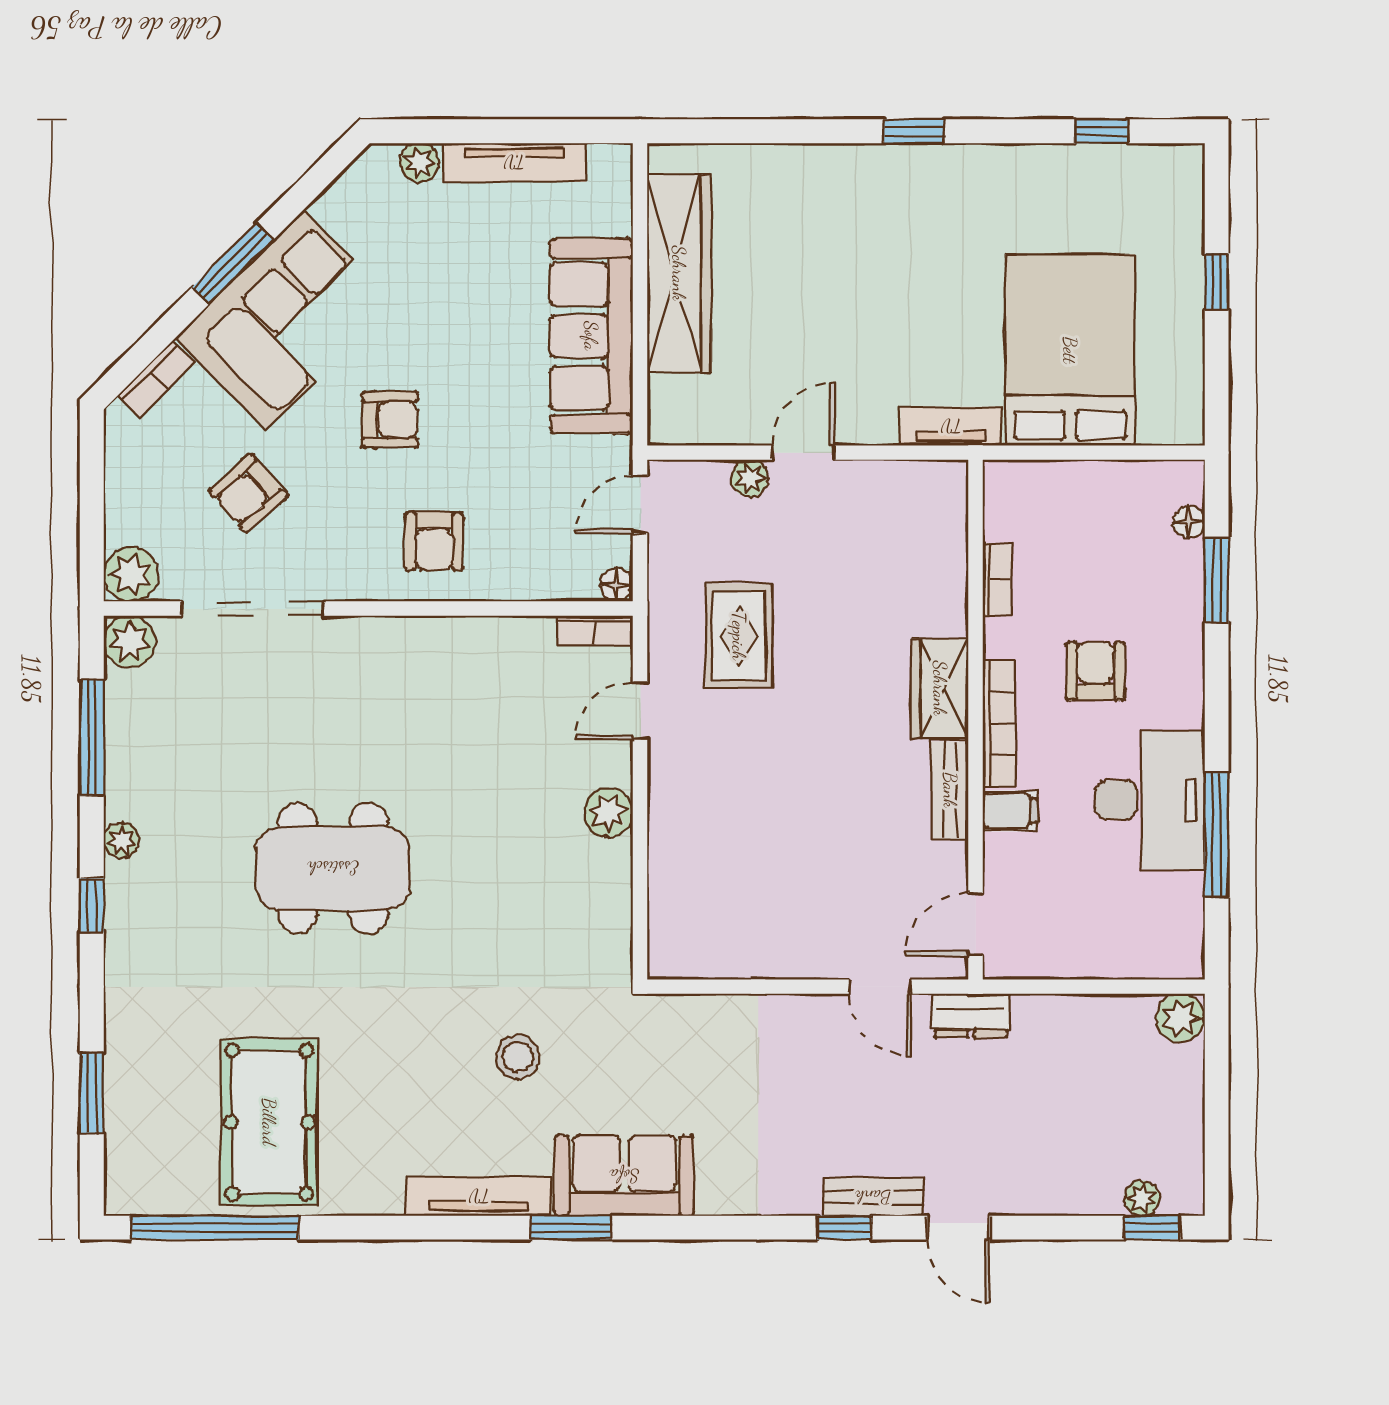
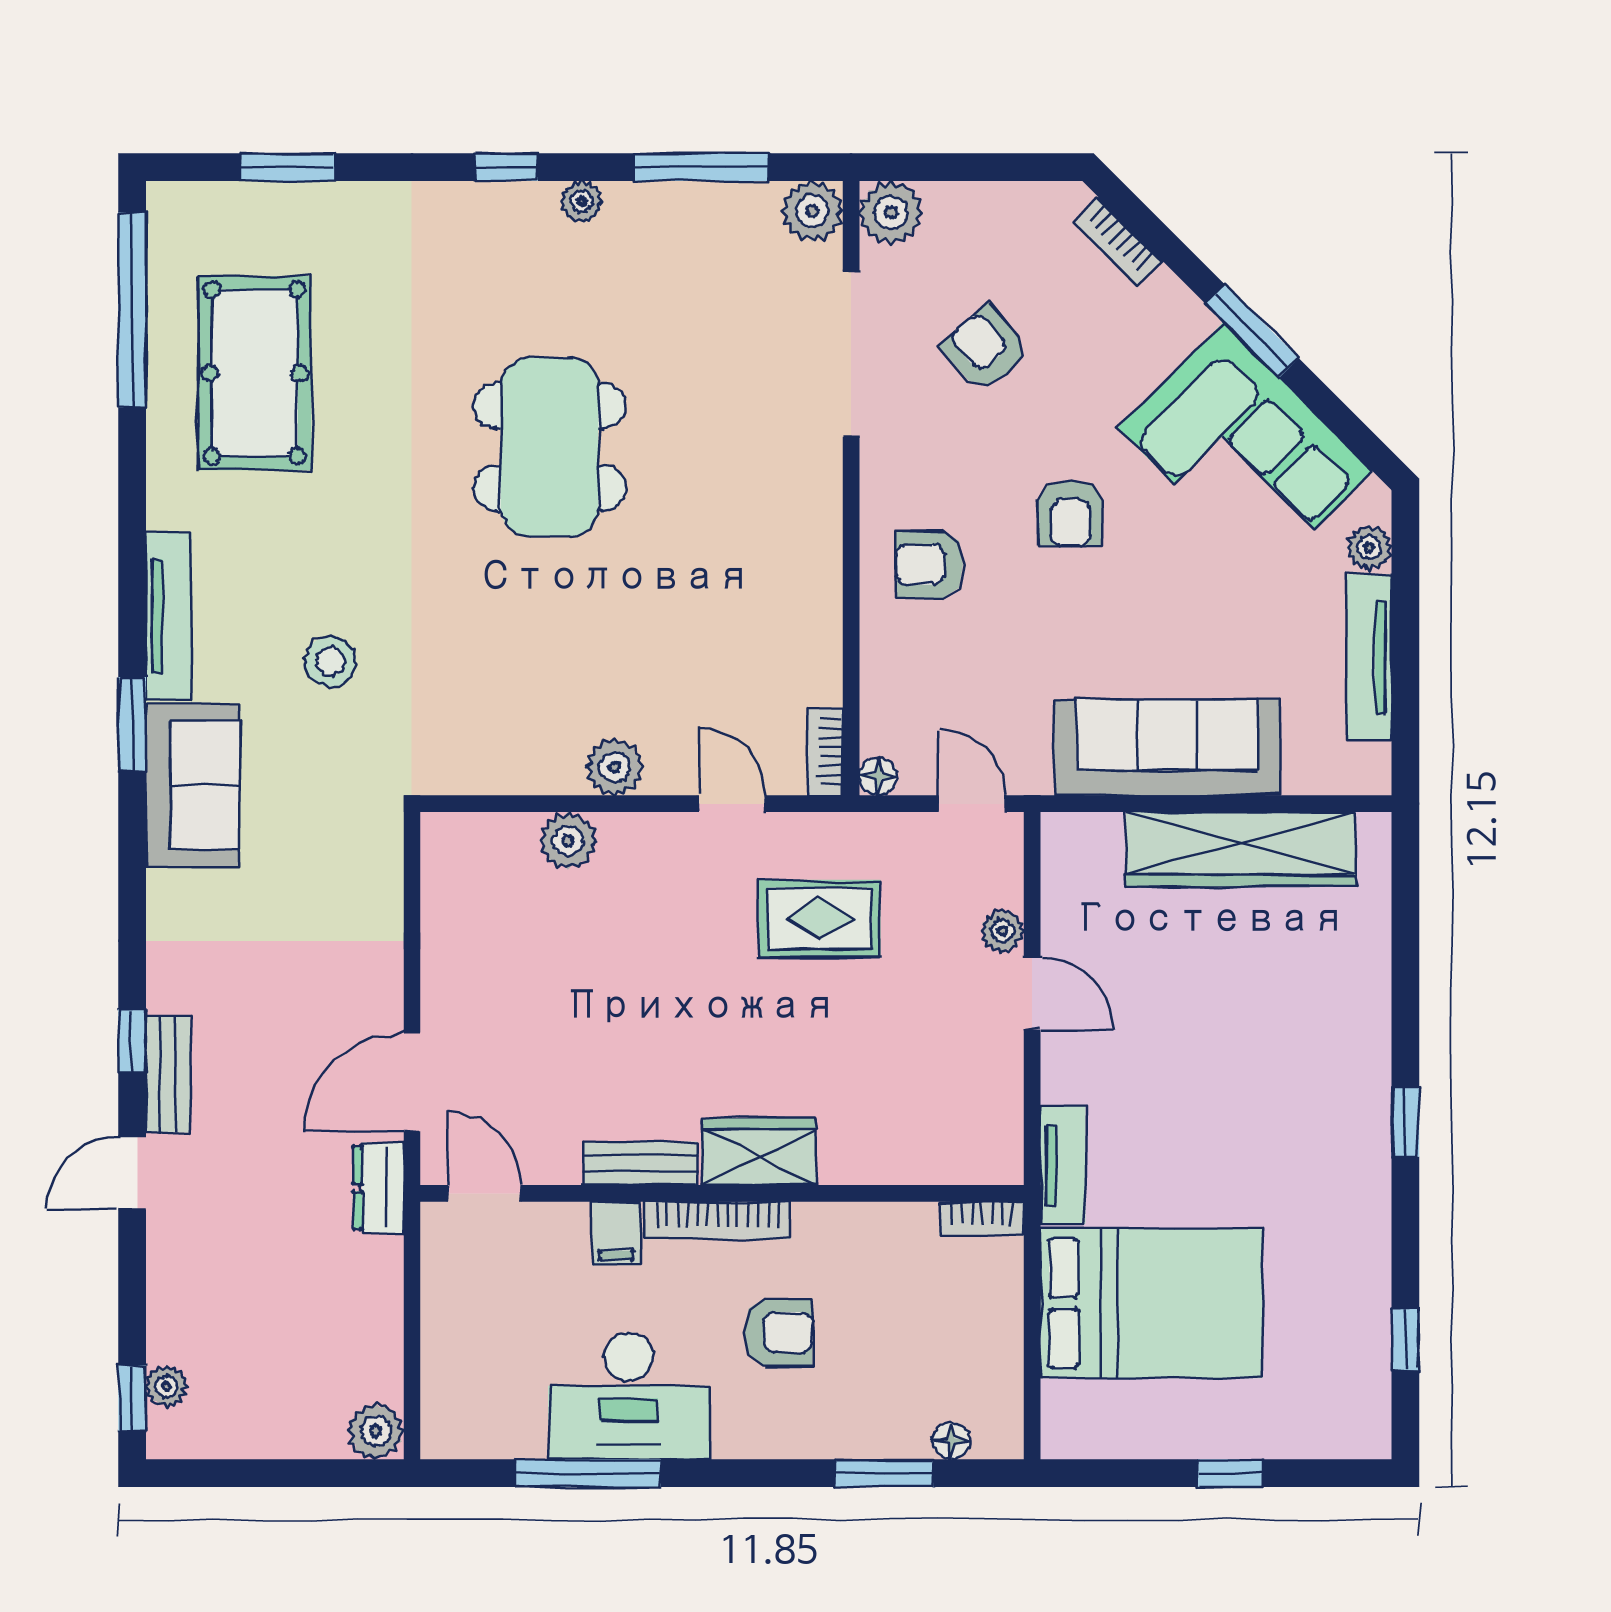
corner sofa: (285, 319) -> (1245, 449), moved
bookcase: (997, 580) -> (981, 1218), moved
plant: (672, 852) -> (568, 841), added
door: (880, 987) -> (412, 1082), width x1.38
pool table: (269, 1122) -> (255, 373), turned 90

